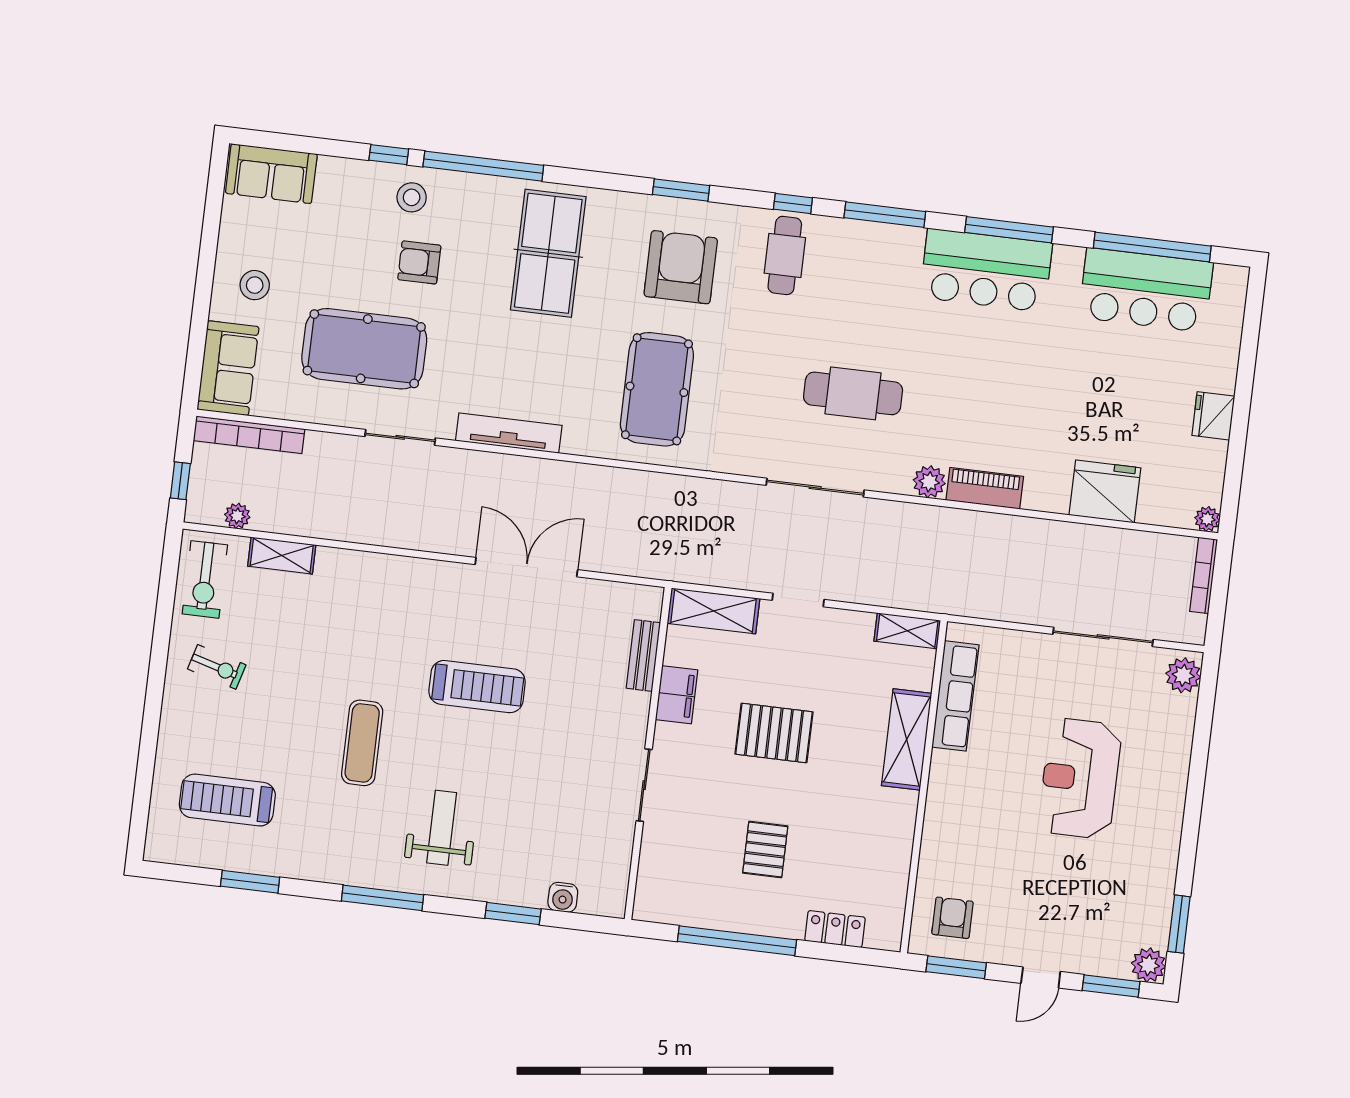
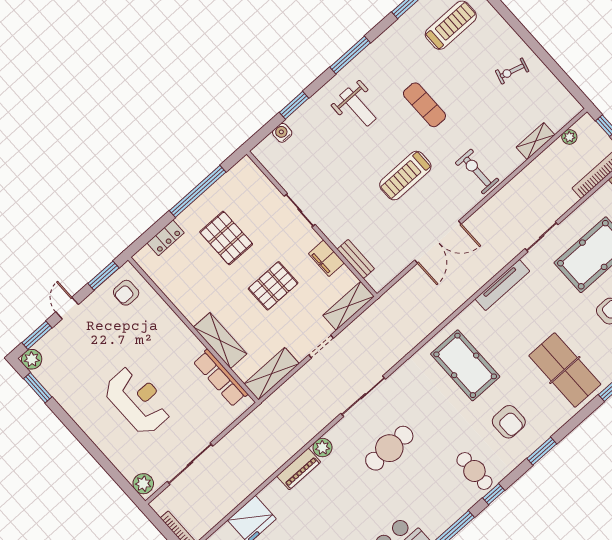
armchair: (681, 267) -> (509, 422), width x0.73, depth x0.73
exercise bike: (205, 579) -> (477, 172), moved
shelving: (907, 631) -> (272, 374), width x1.50, depth x1.33
pallet: (765, 850) -> (226, 238), width x1.50, depth x1.42
armchair: (952, 918) -> (126, 293), turned 90

